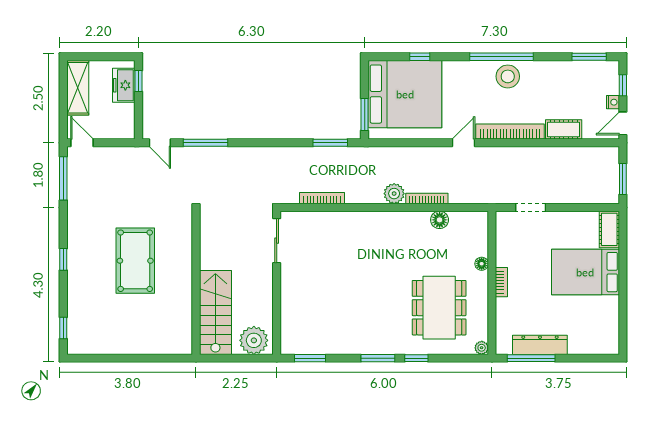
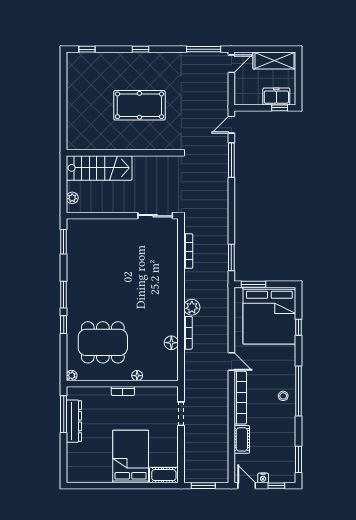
stool: (508, 76) -> (283, 396), width x0.53, depth x0.53
plant: (254, 340) -> (72, 198), width x0.53, depth x0.53

